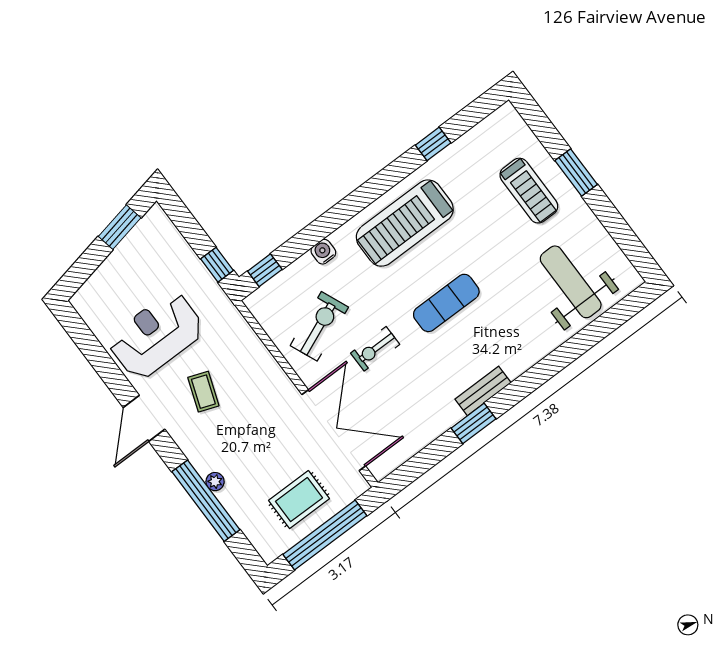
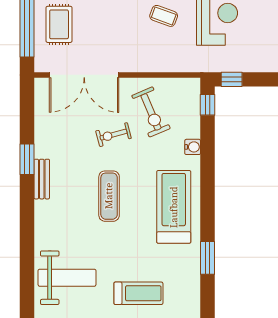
window: (433, 144) -> (207, 258), width x1.50
treadmill: (529, 191) -> (138, 293), turned 180
exercise bike: (375, 349) -> (114, 135), turned -105

